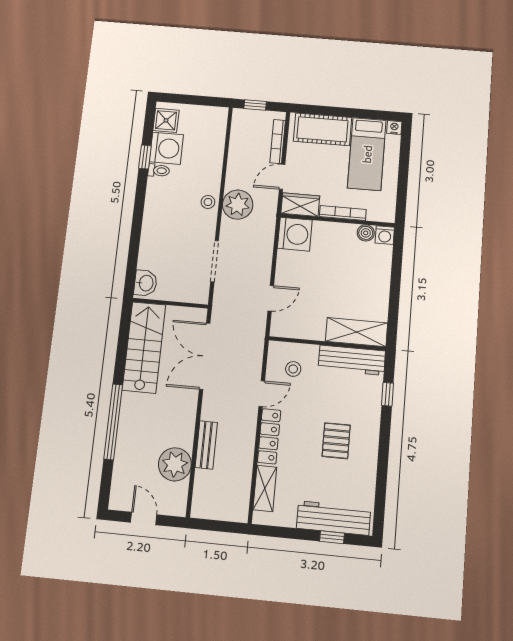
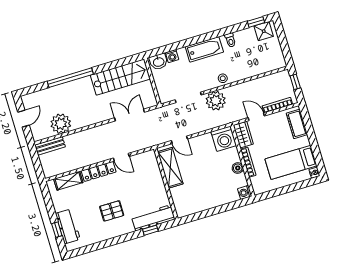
cot: (322, 129) -> (297, 124), width x0.73, depth x0.75
washing machine: (166, 148) -> (172, 56), moved, width x0.53, depth x0.53
window: (145, 157) -> (256, 22), moved
plant: (238, 205) -> (216, 101), moved
bathtub: (156, 211) -> (204, 49), added
boiler: (366, 233) -> (238, 168), moved
shelving: (356, 332) -> (170, 168), moved
double door: (205, 356) -> (129, 115), width x0.73
workbench: (352, 360) -> (153, 218), moved, turned 90
stool: (293, 369) -> (143, 170), removed
bench: (206, 445) -> (50, 146), moved
workbench: (334, 518) -> (68, 226), width x0.73

